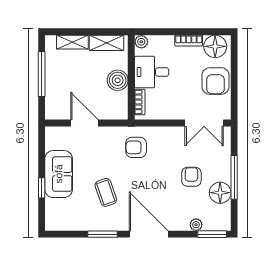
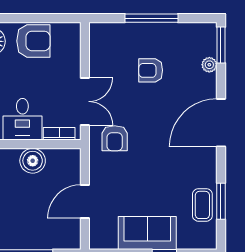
double door: (204, 123) -> (85, 101), moved
coffee table: (106, 192) -> (202, 205), moved, turned -71
floor lamp: (220, 193) -> (170, 35), removed
window: (103, 234) -> (221, 201), moved

